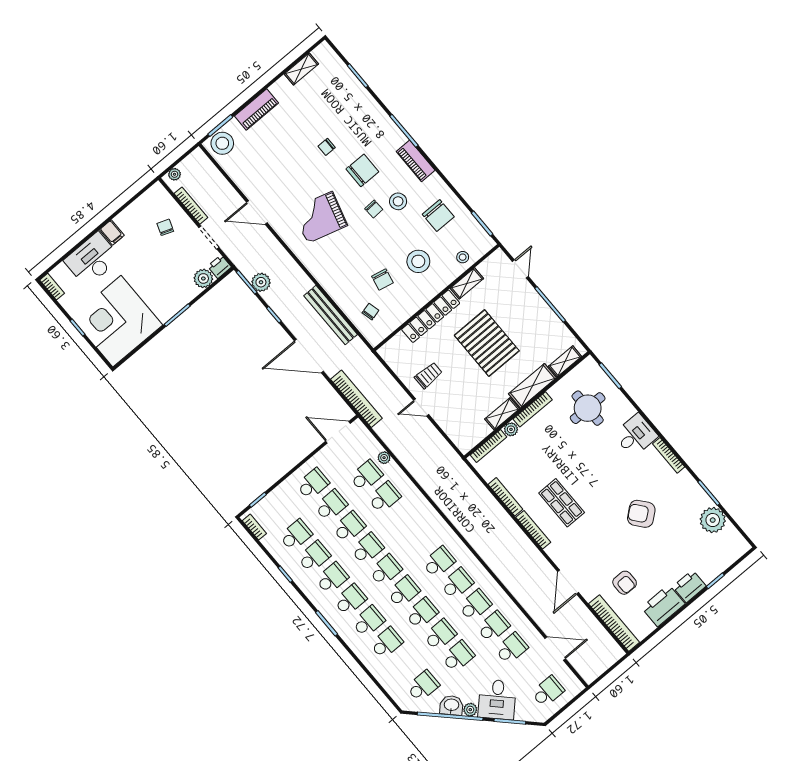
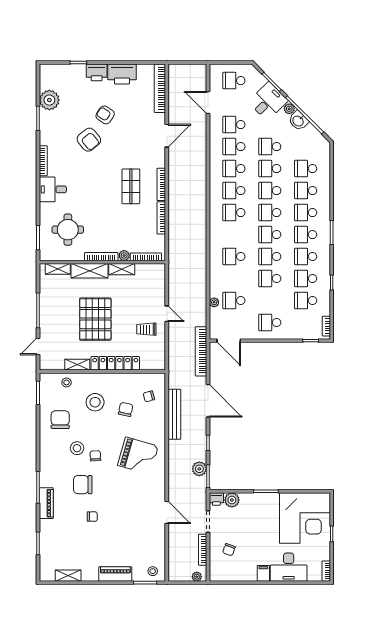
stool: (222, 143) -> (153, 571), width x0.53, depth x0.53
piano: (416, 161) -> (46, 503), moved
grand piano: (320, 217) -> (138, 456), moved
school desk: (384, 497) -> (234, 257), moved
school desk: (331, 505) -> (270, 301), removed
armchair: (625, 583) -> (105, 115), moved, turned -56
school desk: (423, 686) -> (306, 169), moved

